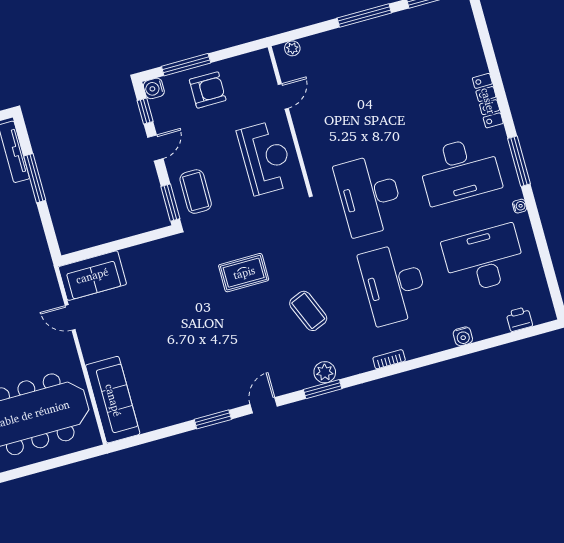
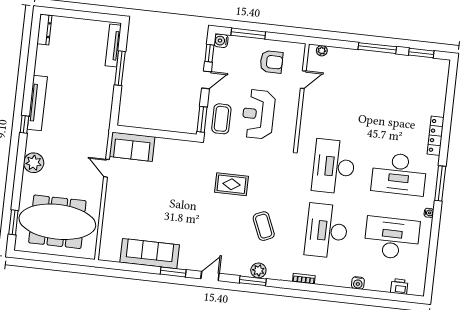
armchair: (208, 90) -> (271, 62), moved
reception desk: (266, 158) -> (258, 114), moved, turned 180
sofa: (113, 400) -> (150, 254), moved, turned -90

